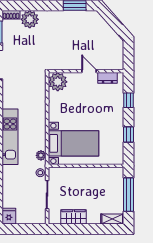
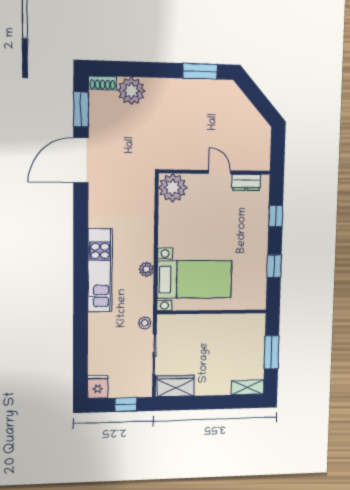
plant: (41, 155) -> (146, 269), moved
window: (128, 195) -> (272, 352), width x0.69
wardrobe: (74, 217) -> (176, 386), moved
window: (28, 229) -> (126, 405), added

